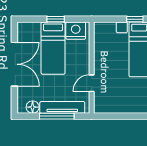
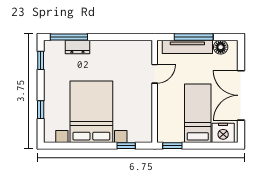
window: (56, 19) -> (172, 146), moved
window: (135, 19) -> (126, 146), moved
nightstand: (76, 31) -> (223, 133), moved

